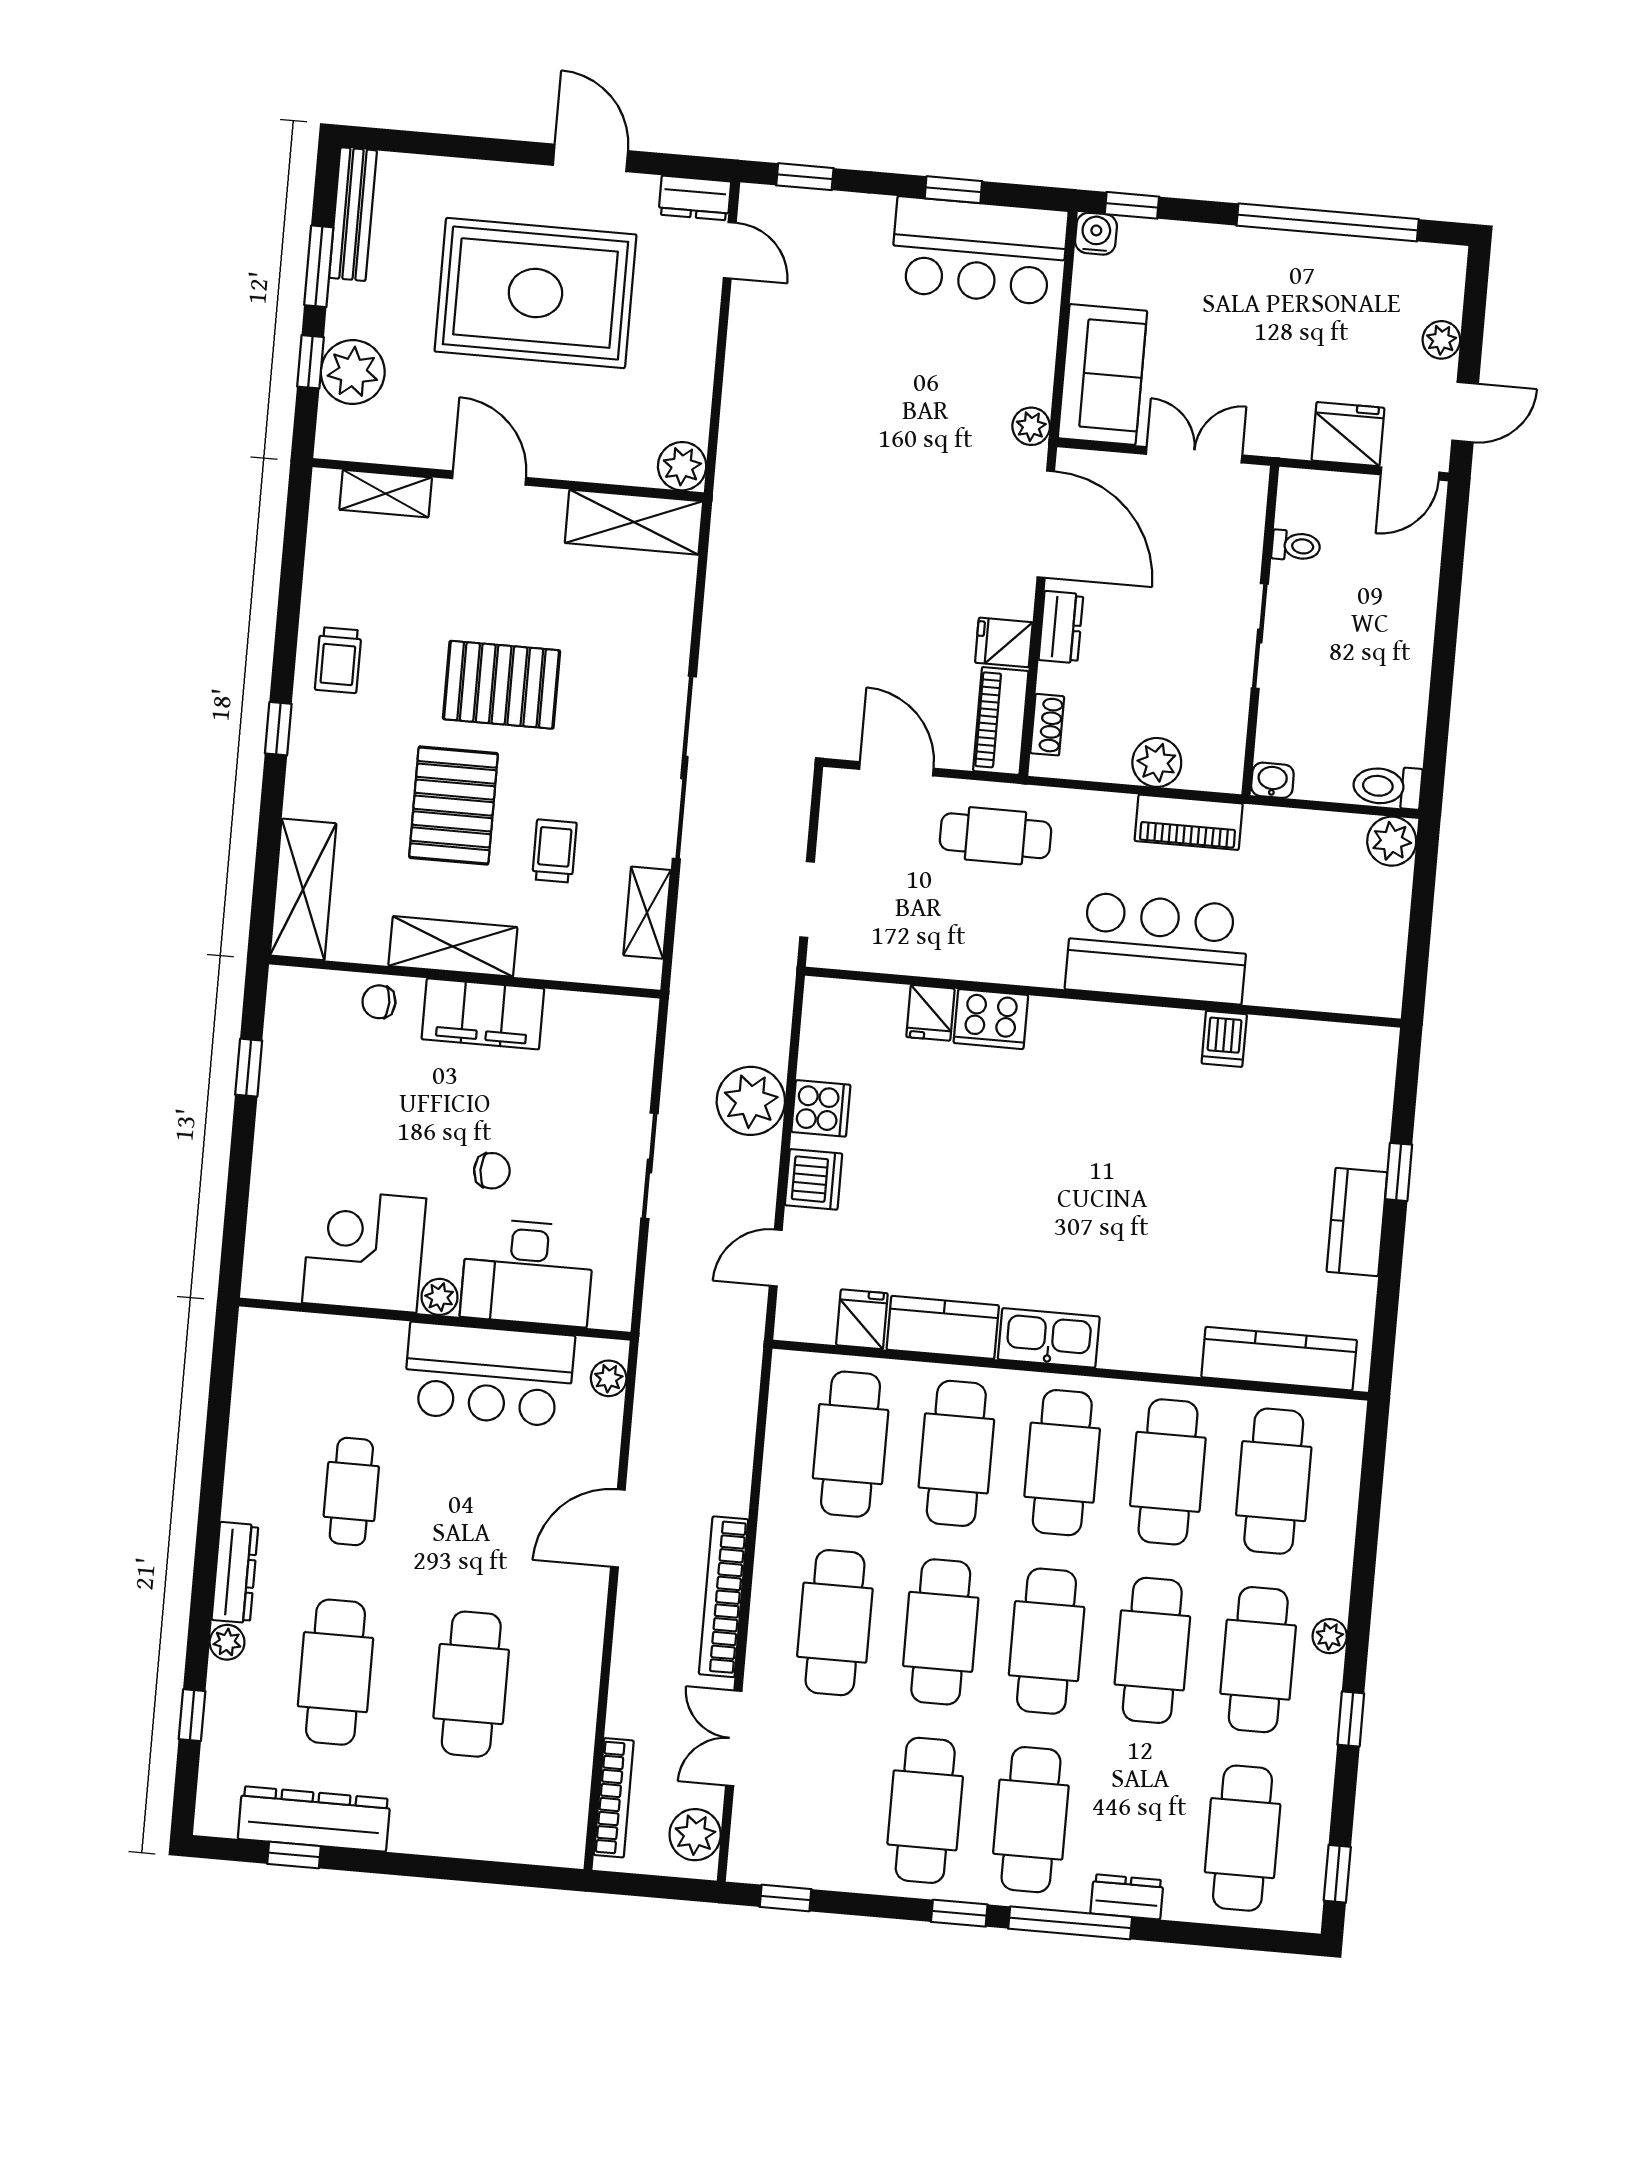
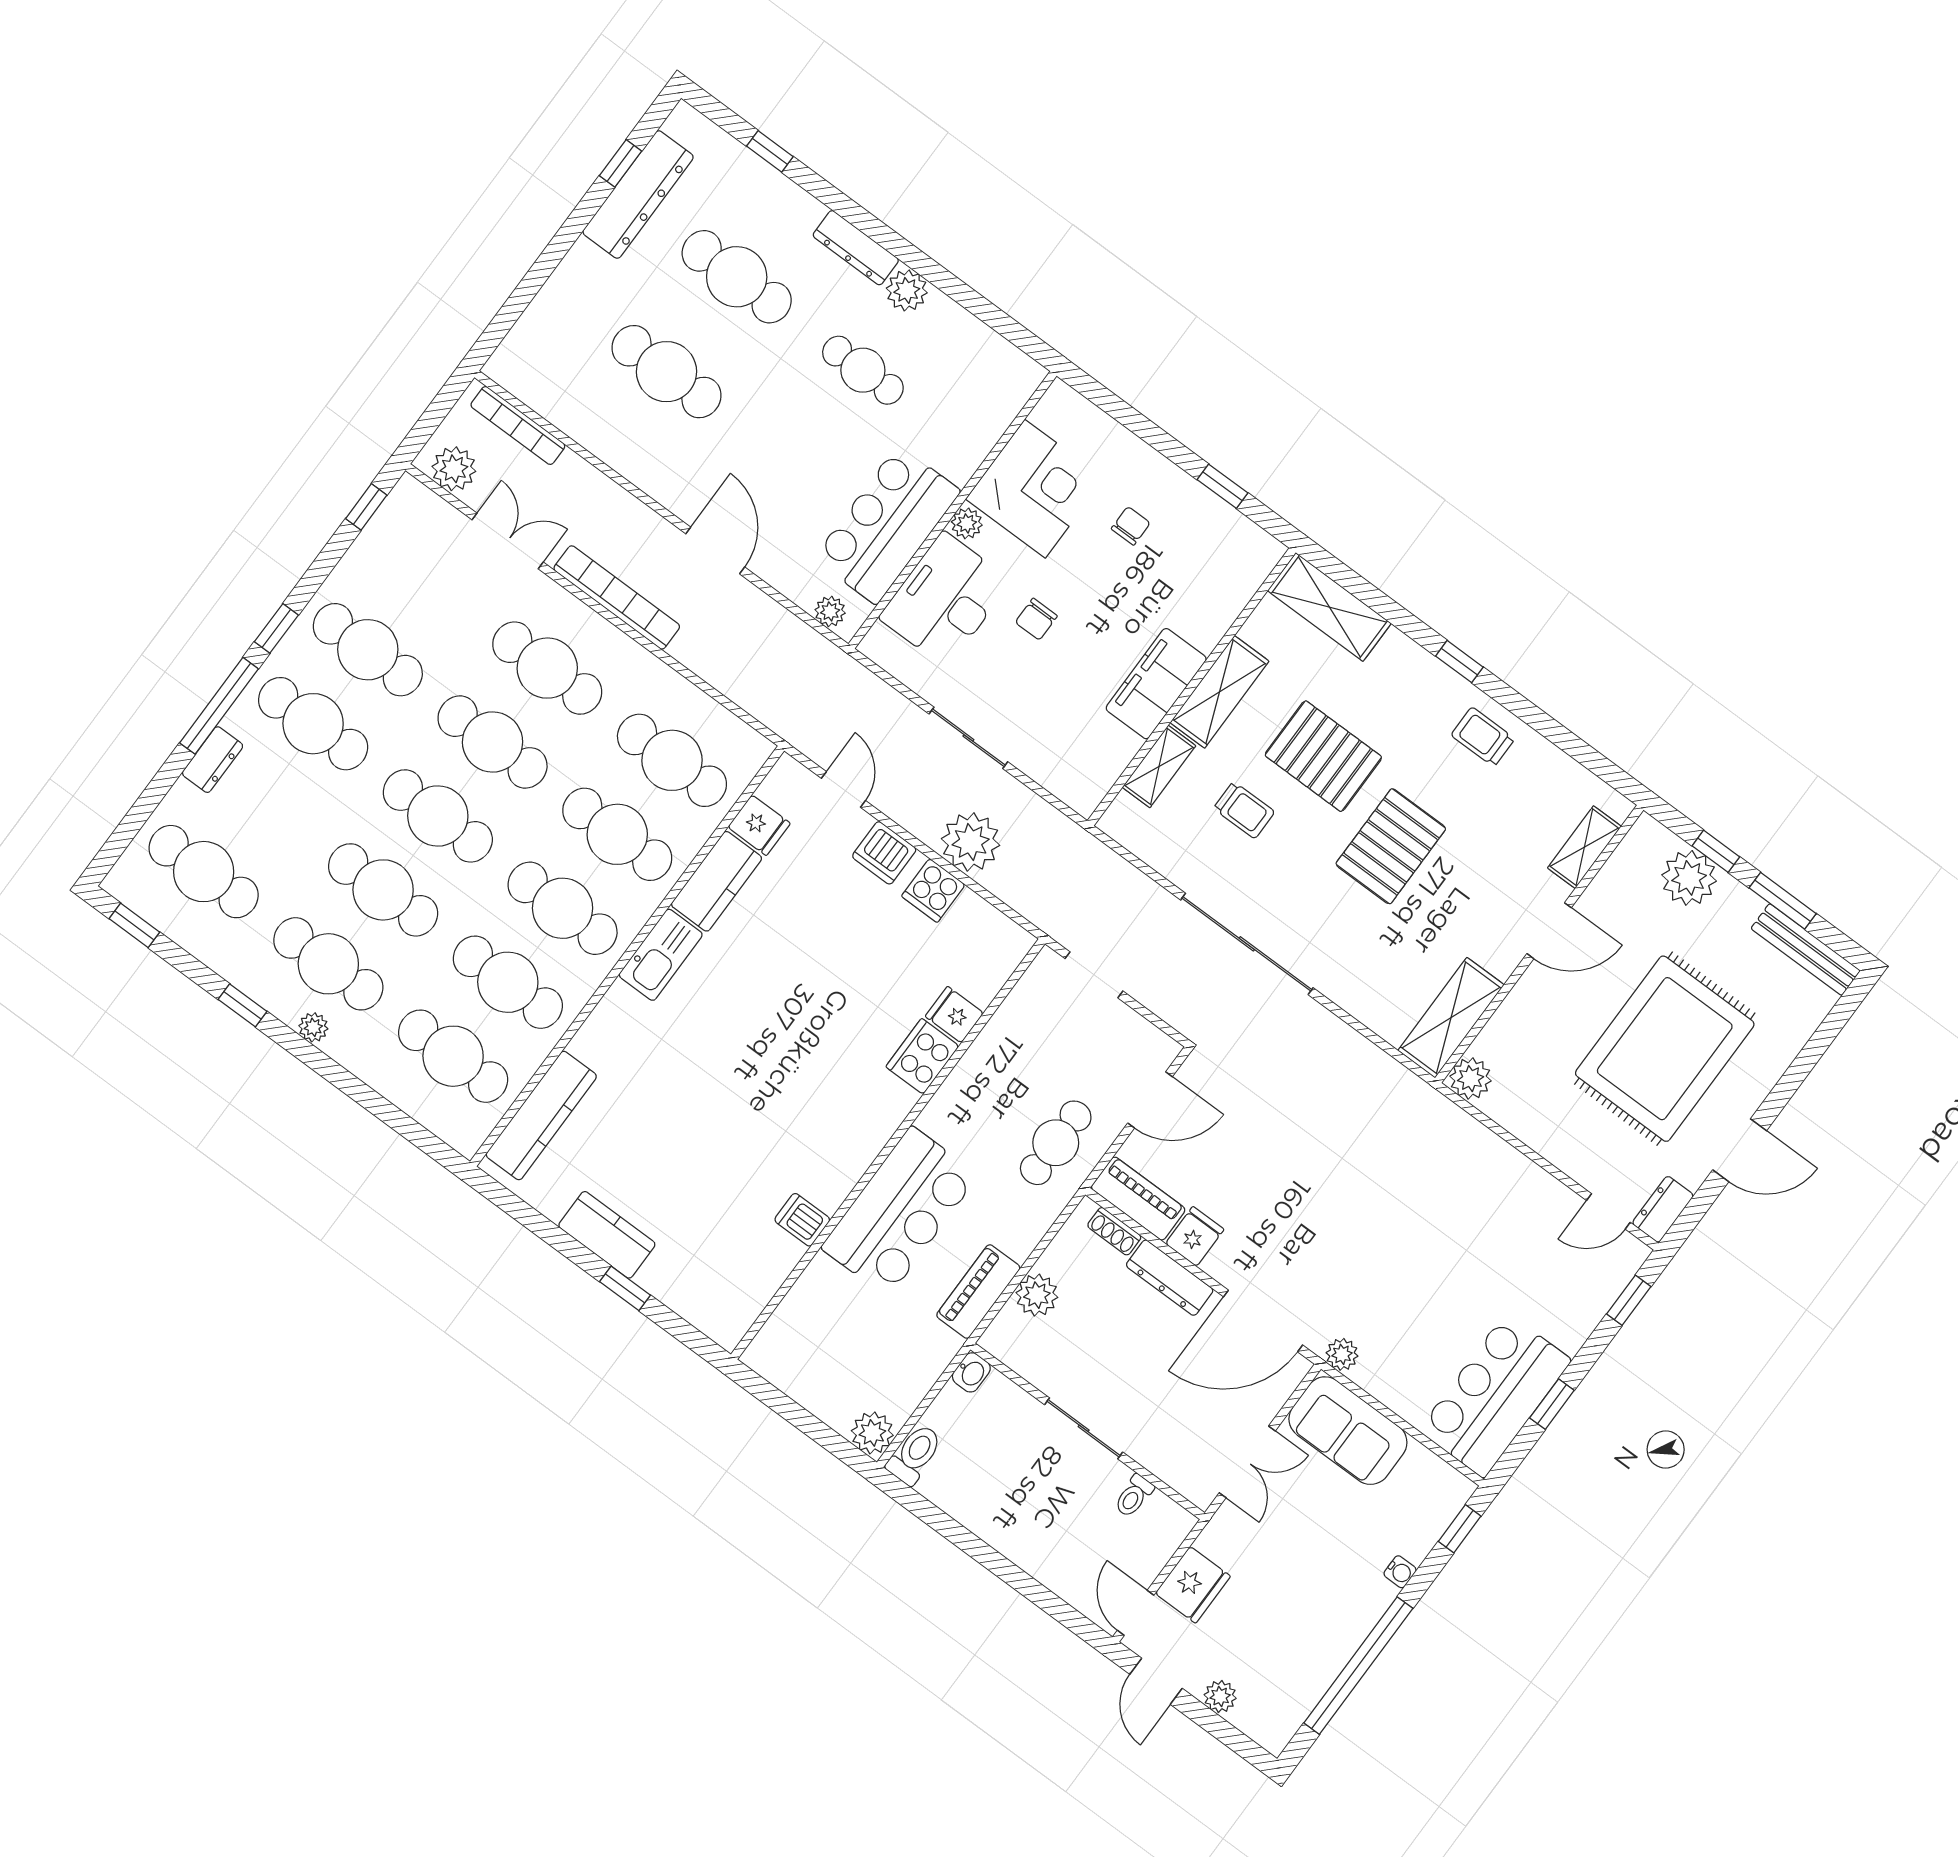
water cooler: (1096, 234) -> (1400, 1572), moved, width x0.72, depth x0.72
dresser: (1061, 627) -> (1170, 1278), width x1.44
shelving: (647, 913) -> (1159, 766), moved, turned 90
chair: (379, 1002) -> (1131, 526), moved
plant: (227, 1642) -> (907, 290), moved, width x1.38, depth x1.38

